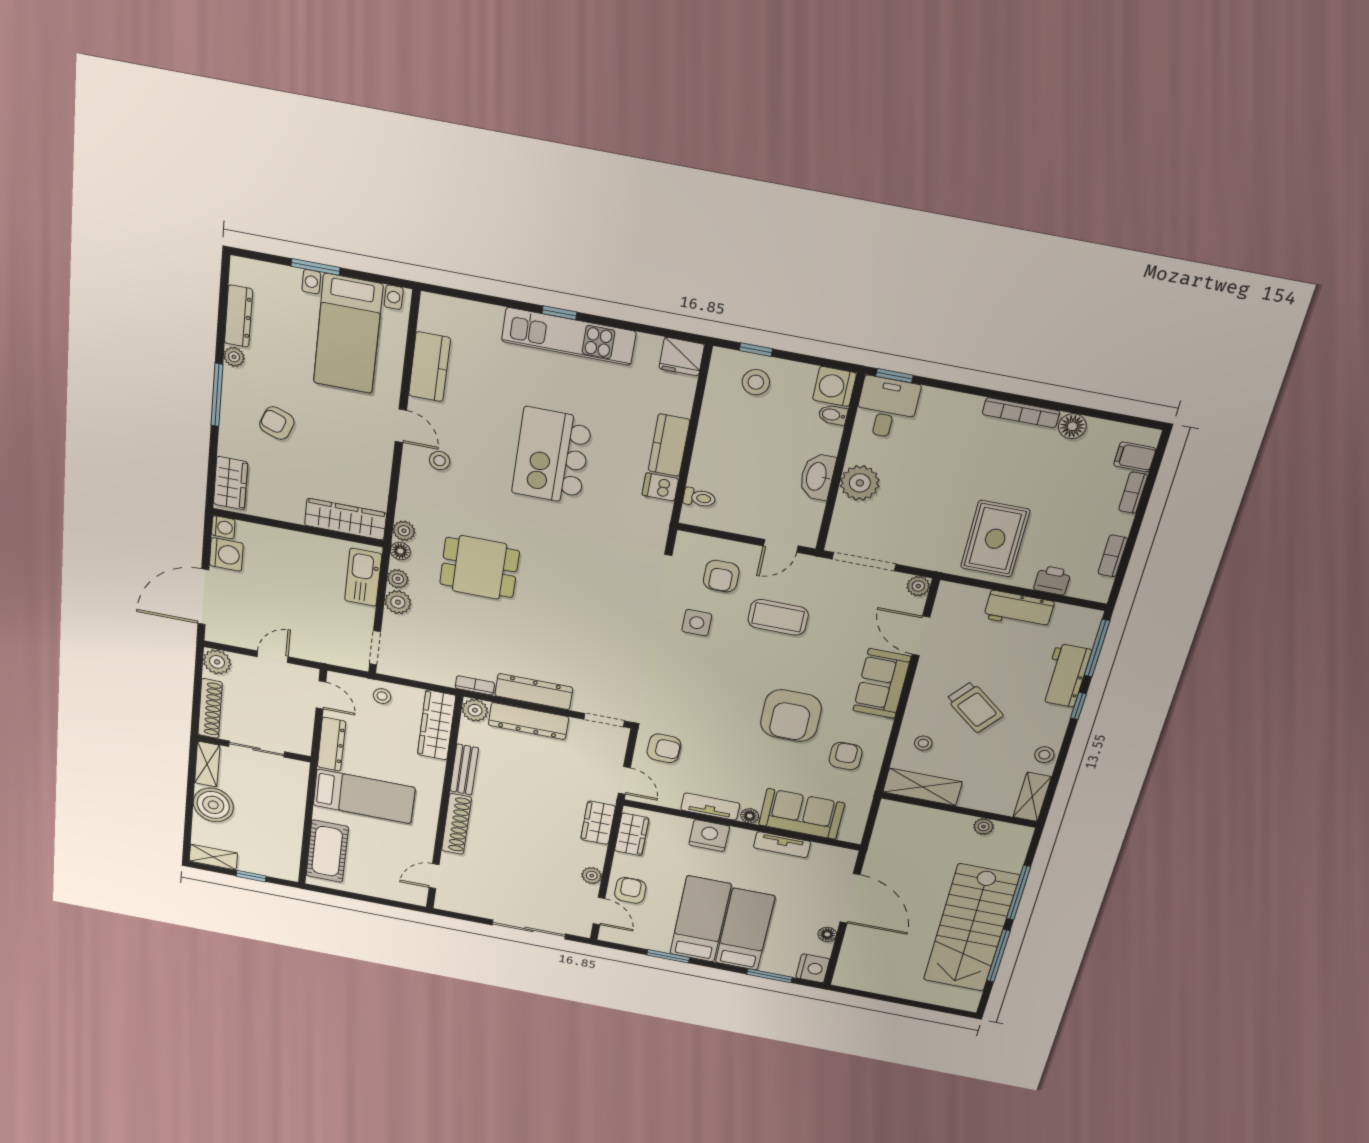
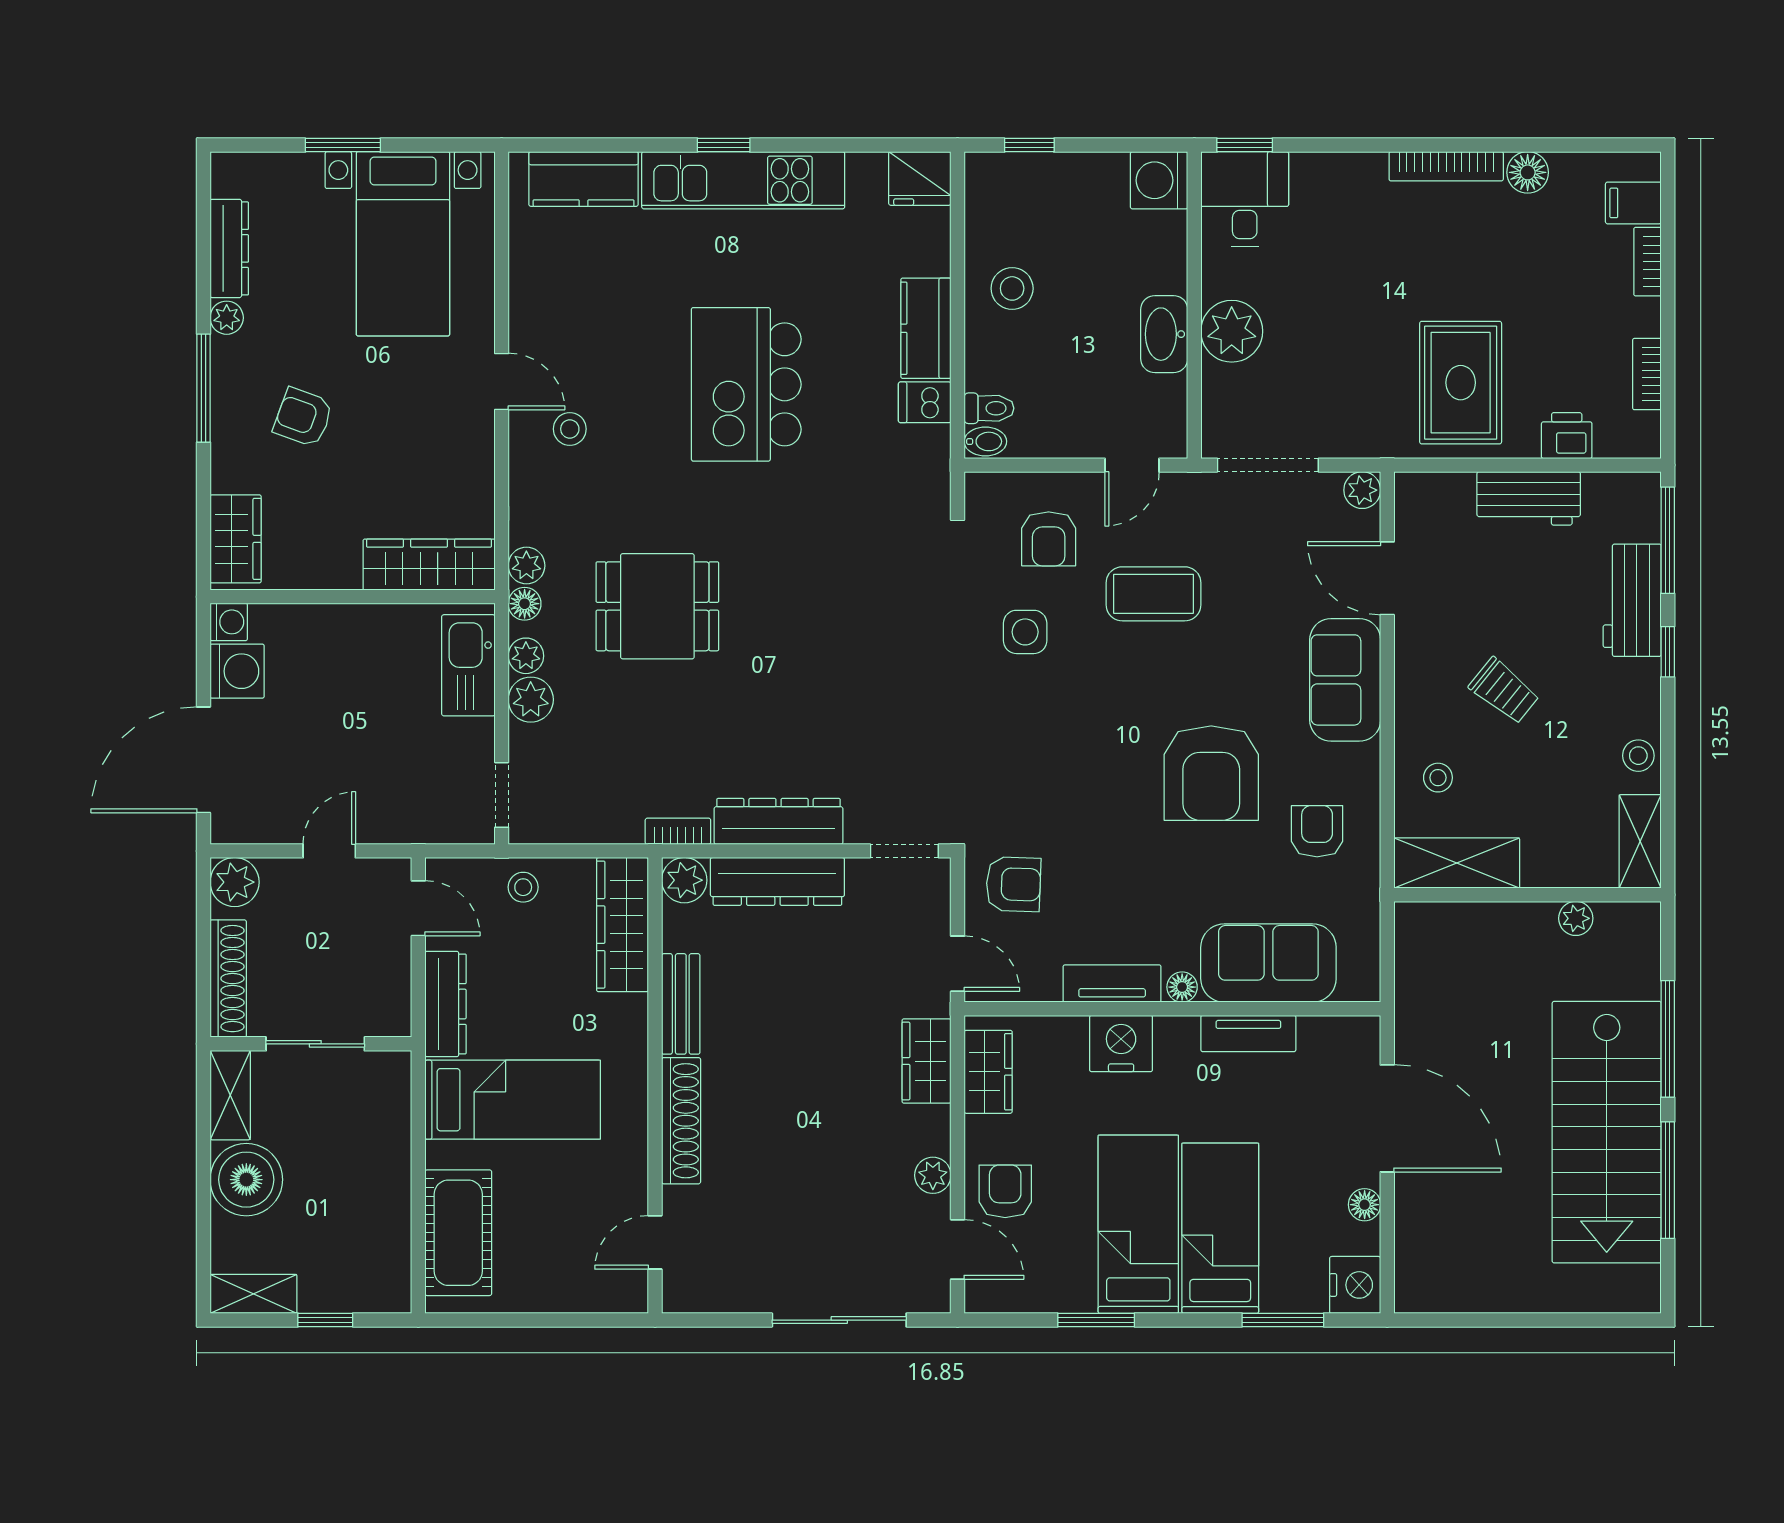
kitchen counter: (429, 367) -> (584, 179), moved, turned 90
stool: (756, 382) -> (1012, 288), moved
bidet: (833, 415) -> (985, 441), moved, turned 180
trolley: (975, 707) -> (1504, 691), width x0.73, depth x0.72

